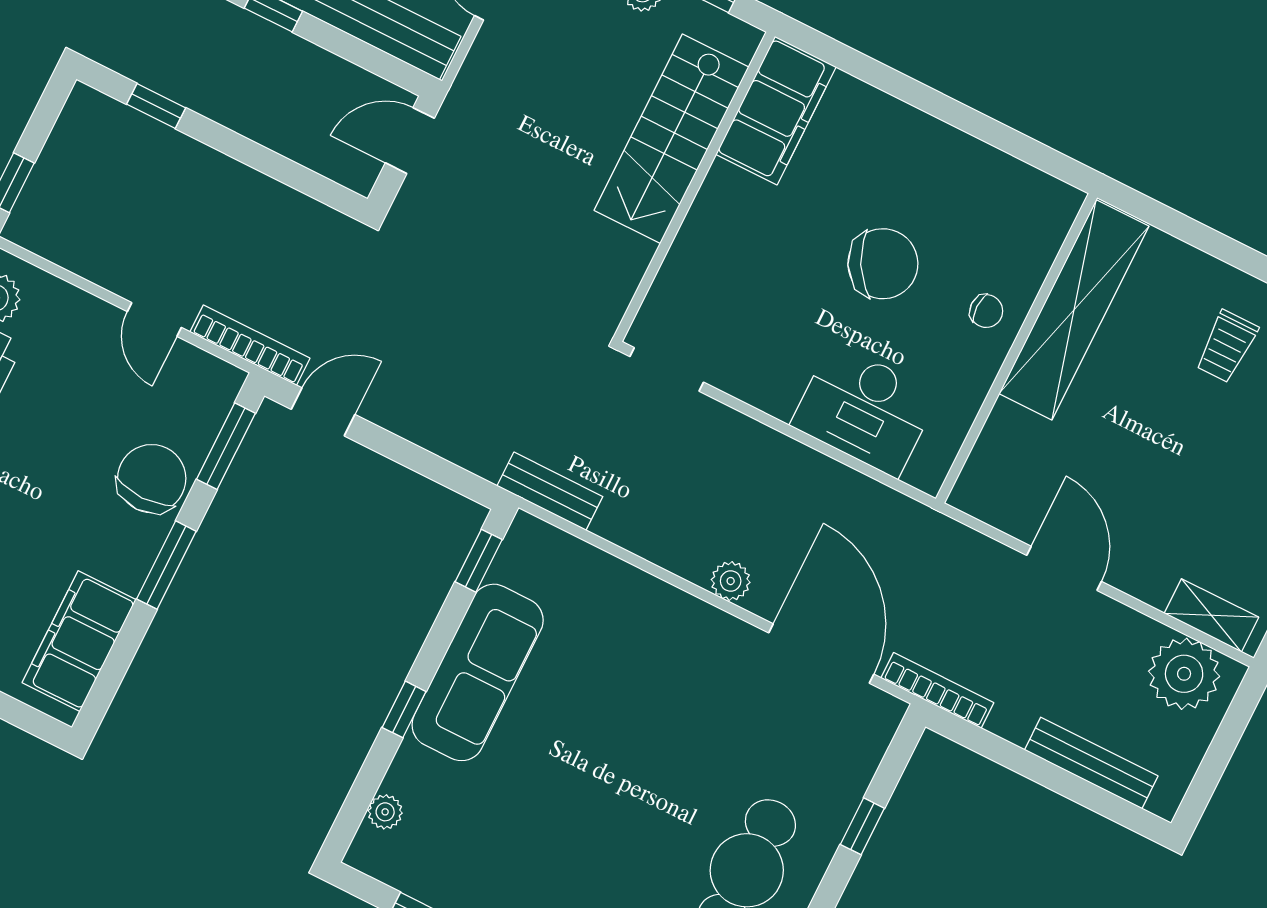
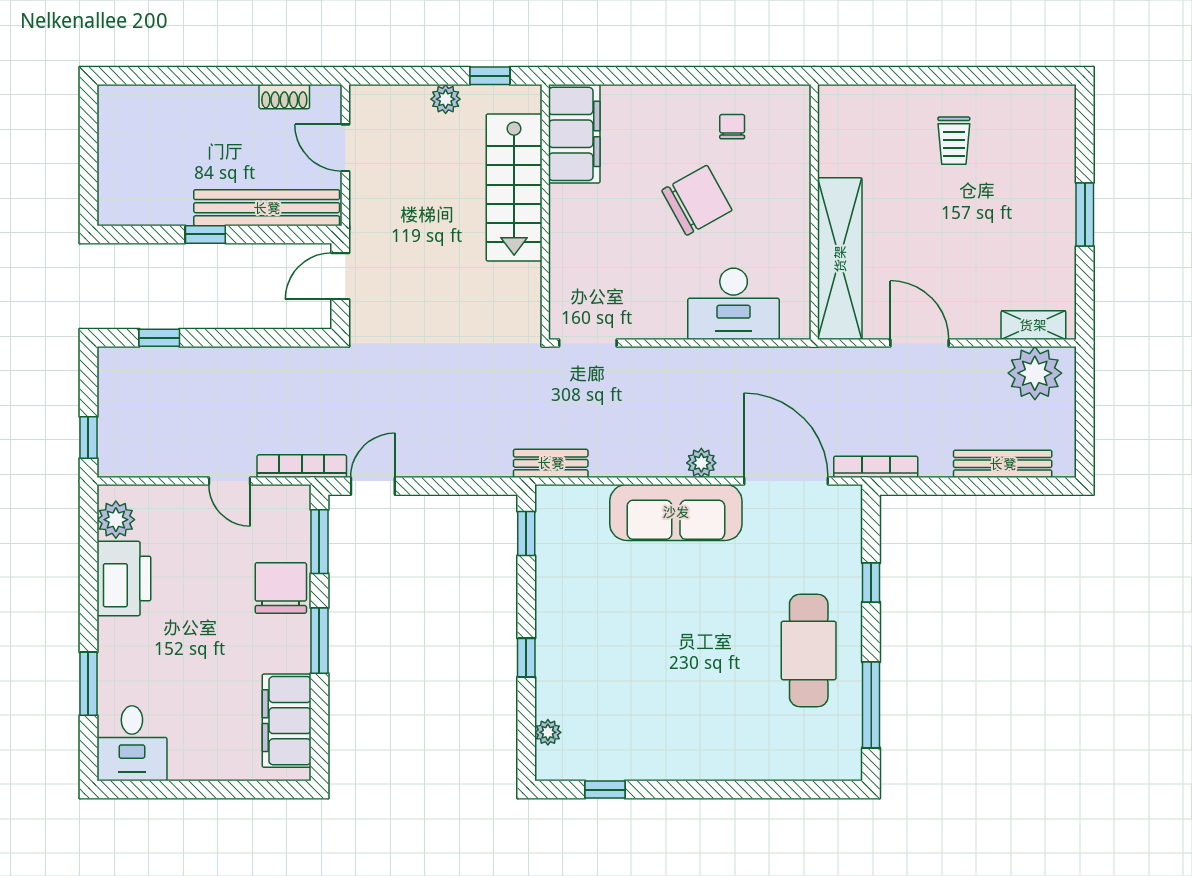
shelving: (1074, 310) -> (840, 259), moved
chair: (986, 311) -> (732, 127), moved, turned -90
sofa: (478, 672) -> (676, 512), moved, turned 90

